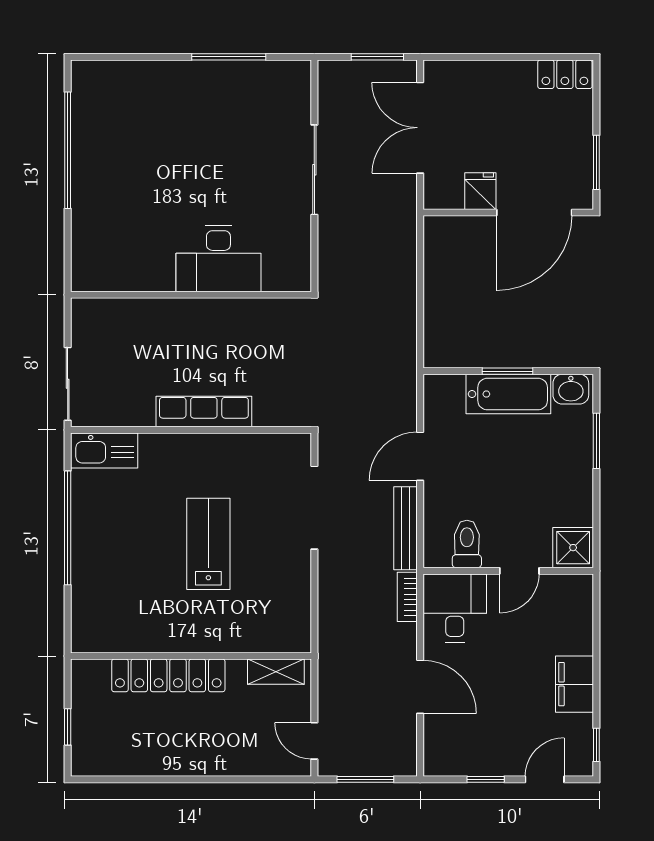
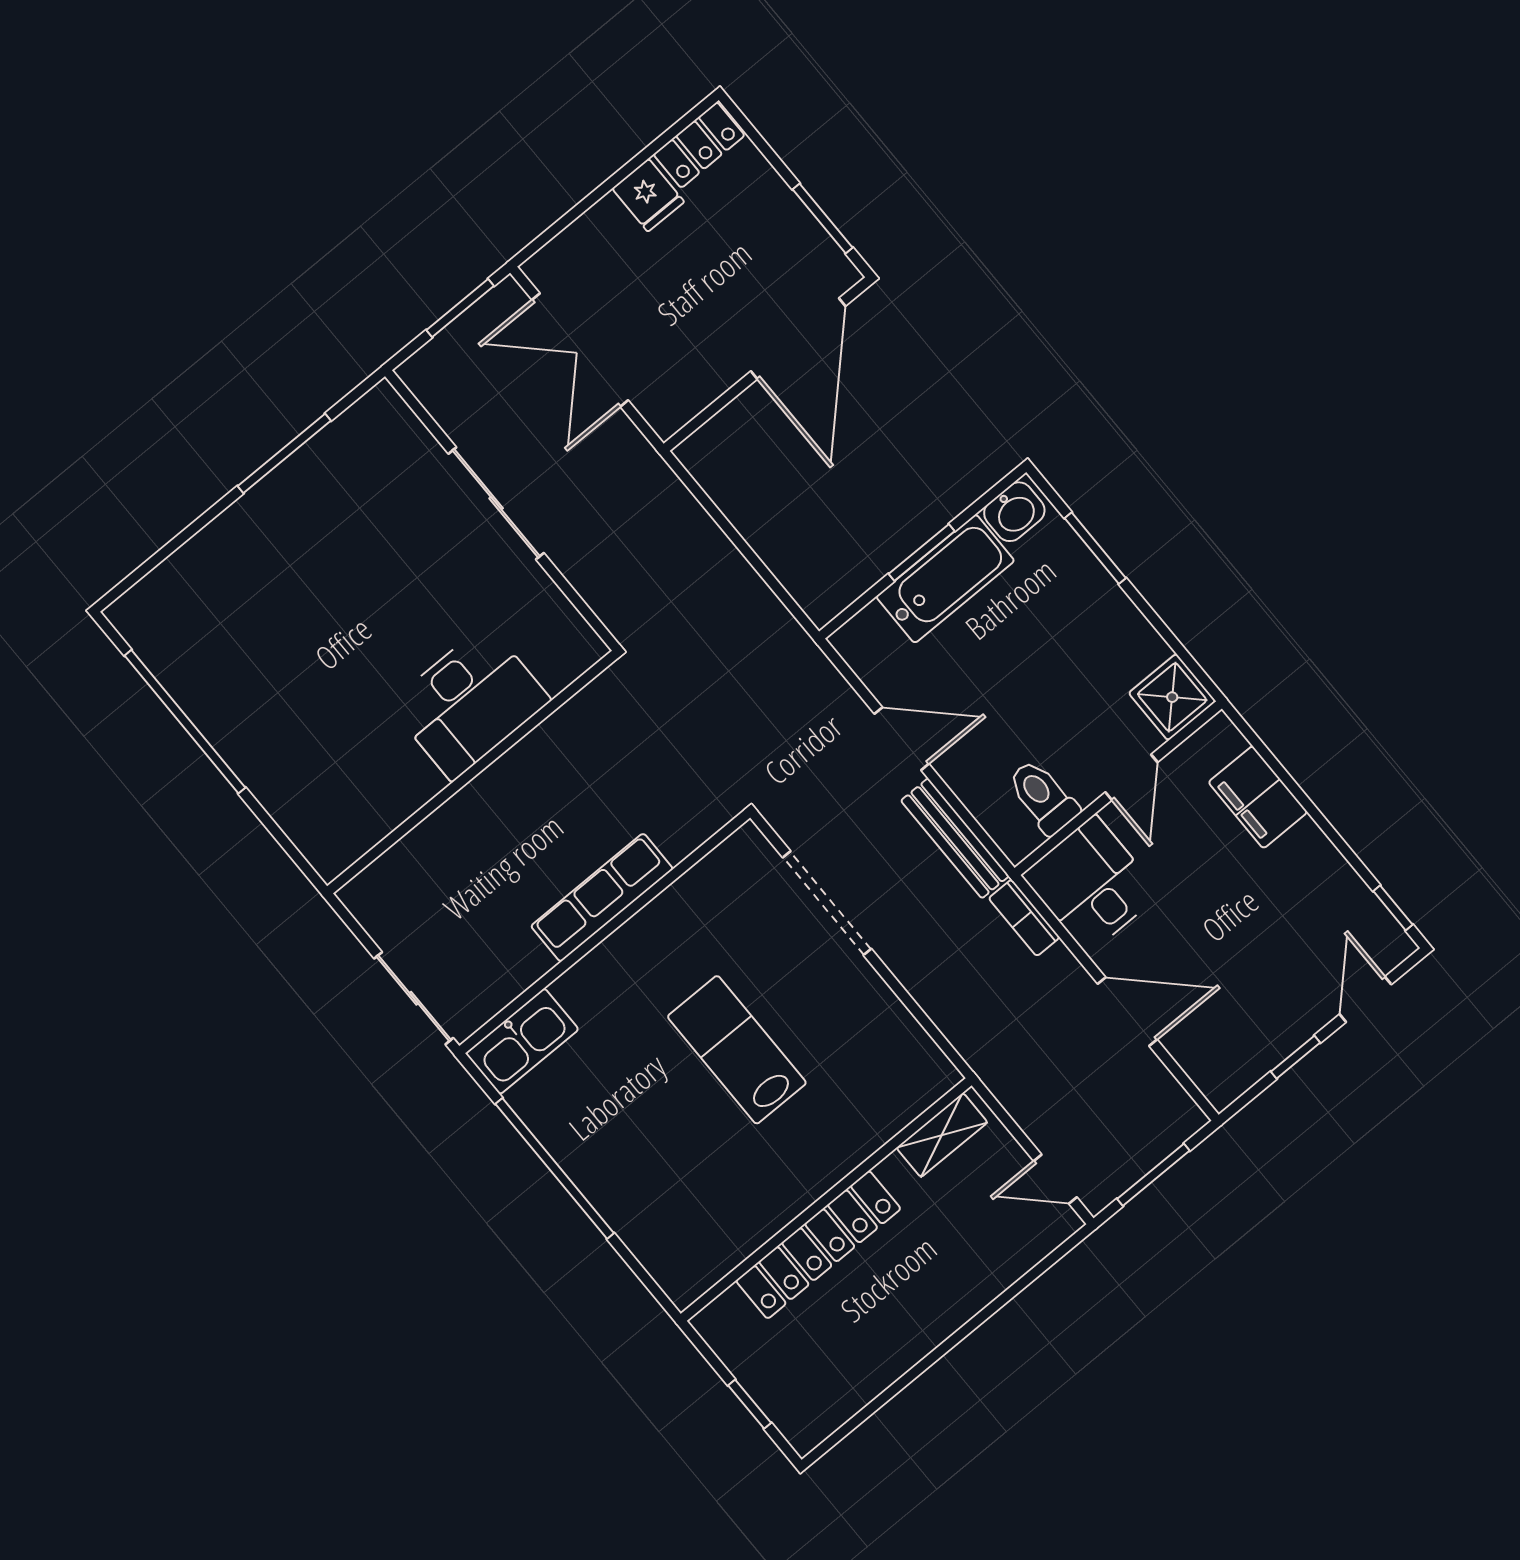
fridge: (480, 191) -> (648, 195), moved, turned 180
door: (420, 456) -> (902, 739), swing flipped
filing cabinet: (575, 684) -> (1258, 797), moved

